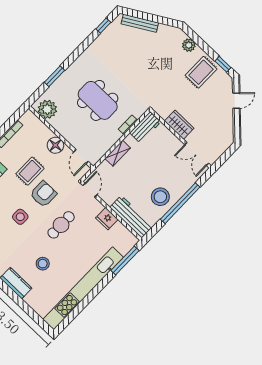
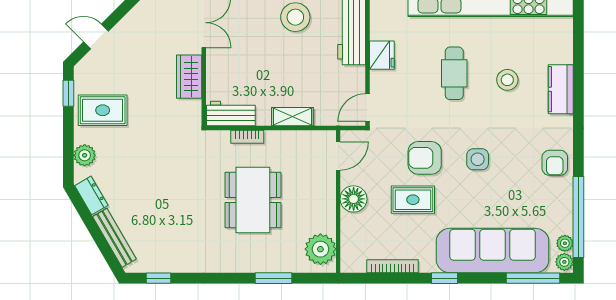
dresser: (168, 31) -> (91, 195), added
cafe table: (61, 225) -> (454, 73), moved, turned 90

